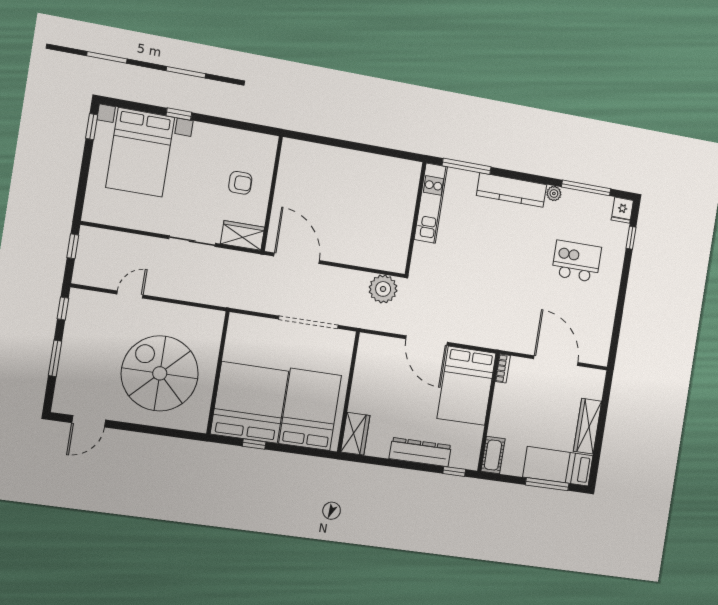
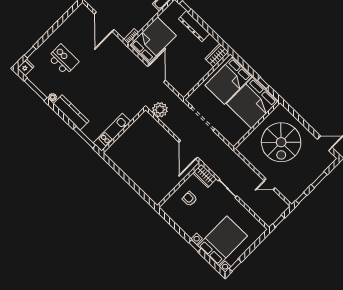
kitchen island: (577, 261) -> (63, 60), turned 180

